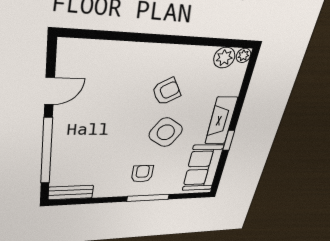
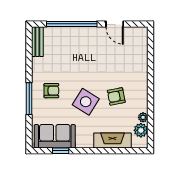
plant: (243, 55) -> (143, 117), moved
armchair: (167, 92) -> (116, 96), turned 110
fireplace: (221, 121) -> (112, 140), moved
window: (229, 140) -> (61, 151), moved

